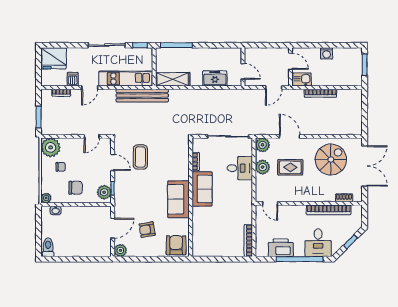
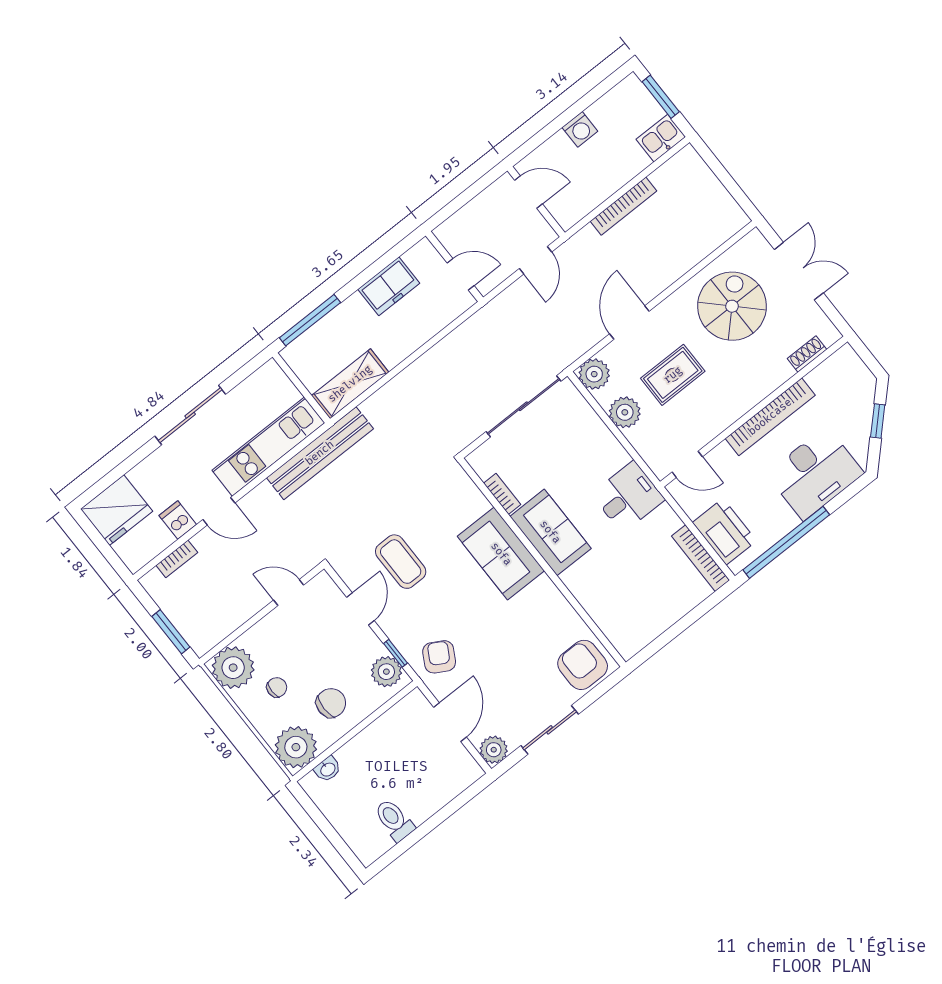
window: (140, 45) -> (247, 370), removed
freezer: (215, 78) -> (389, 286), moved, turned 180
kitchen sink: (302, 79) -> (661, 138), moved
door: (90, 88) -> (219, 511), hinge flipped
door: (92, 136) -> (289, 593), swing flipped
door: (290, 136) -> (629, 322), hinge flipped
door: (113, 162) -> (360, 609), hinge flipped
double door: (365, 166) -> (799, 271), width x0.73
desk: (240, 168) -> (628, 497), moved
plant: (46, 198) -> (296, 747), width x1.88, depth x1.88
sofa: (178, 199) -> (501, 554), moved
bookcase: (329, 210) -> (770, 417), moved
armchair: (147, 230) -> (439, 657), moved, turned 129
desk: (318, 243) -> (815, 473), width x1.37
toilet: (48, 247) -> (394, 820), moved
printer: (281, 248) -> (724, 532), moved, turned 90
sliding door: (146, 259) -> (550, 730), added
window: (300, 259) -> (786, 542), moved

